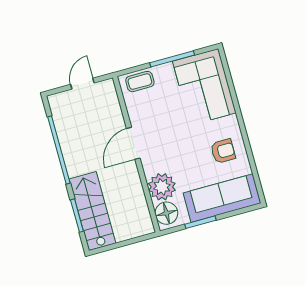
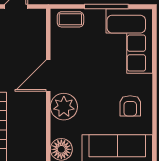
armchair: (223, 151) -> (130, 106), turned 90
plant: (162, 187) -> (64, 107), moved

